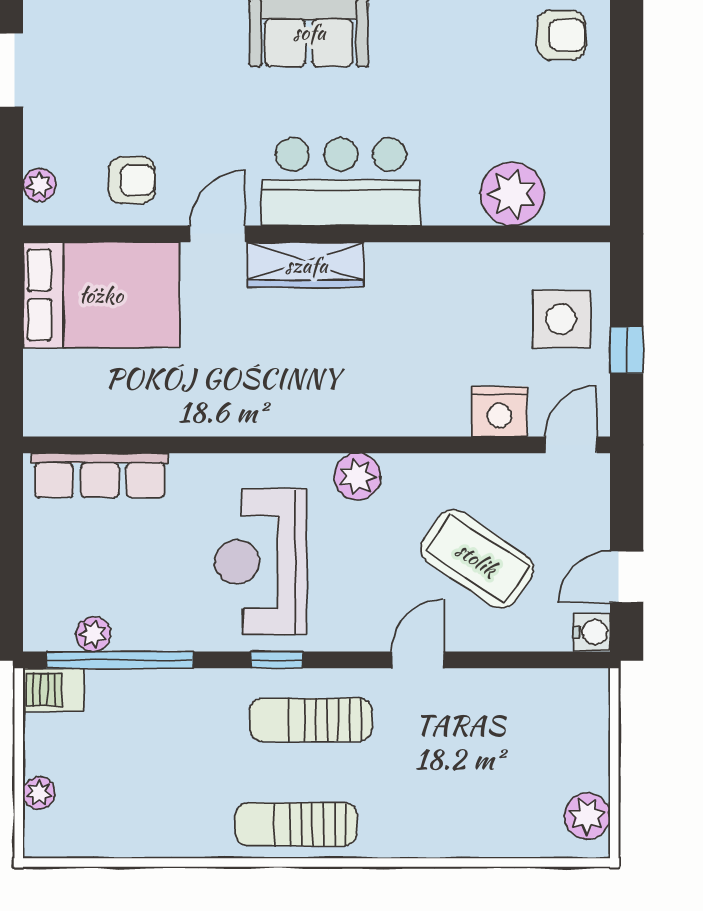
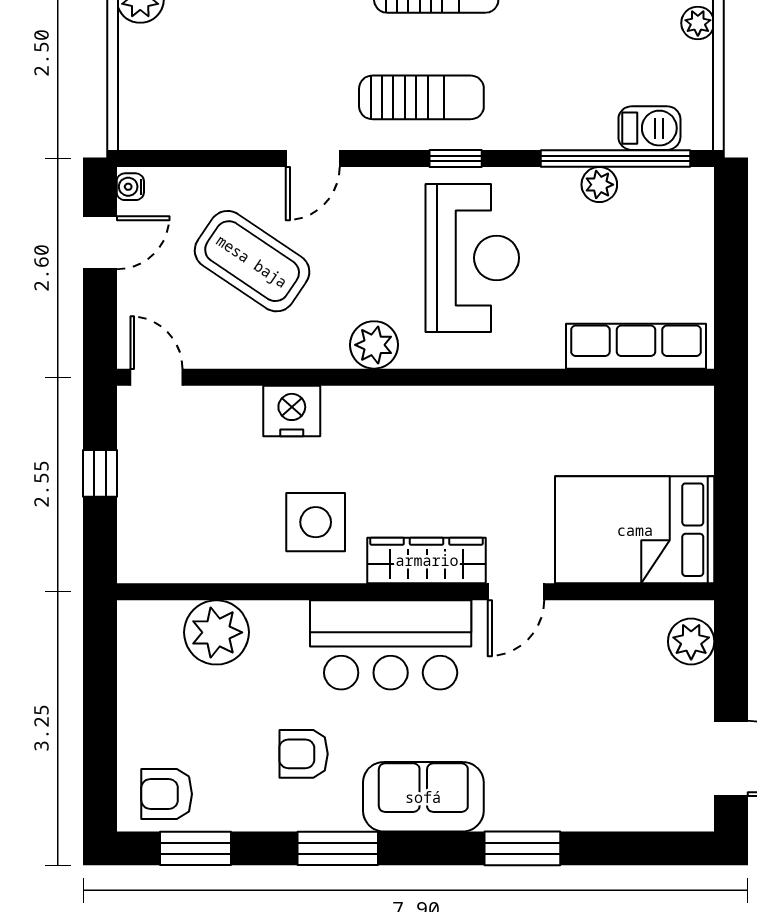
armchair: (132, 180) -> (304, 754), moved
plant: (39, 185) -> (691, 642), width x1.38, depth x1.38
side table: (561, 319) -> (316, 522), moved
nightstand: (499, 412) -> (292, 411), moved
door: (571, 445) -> (156, 377), swing flipped
water cooler: (592, 632) -> (130, 187), width x0.72, depth x0.72
plant: (93, 634) -> (599, 185), moved
barbecue: (53, 690) -> (649, 128), moved

